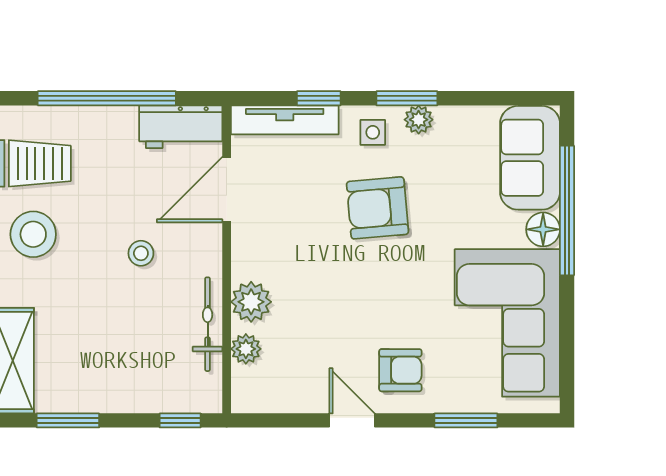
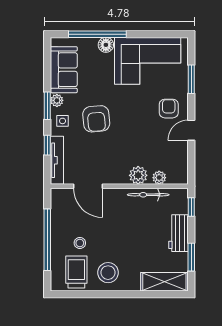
workbench: (181, 127) -> (178, 233), moved, turned 180
sofa: (530, 158) -> (64, 70), moved, turned -90
stool: (141, 253) -> (80, 243), moved

